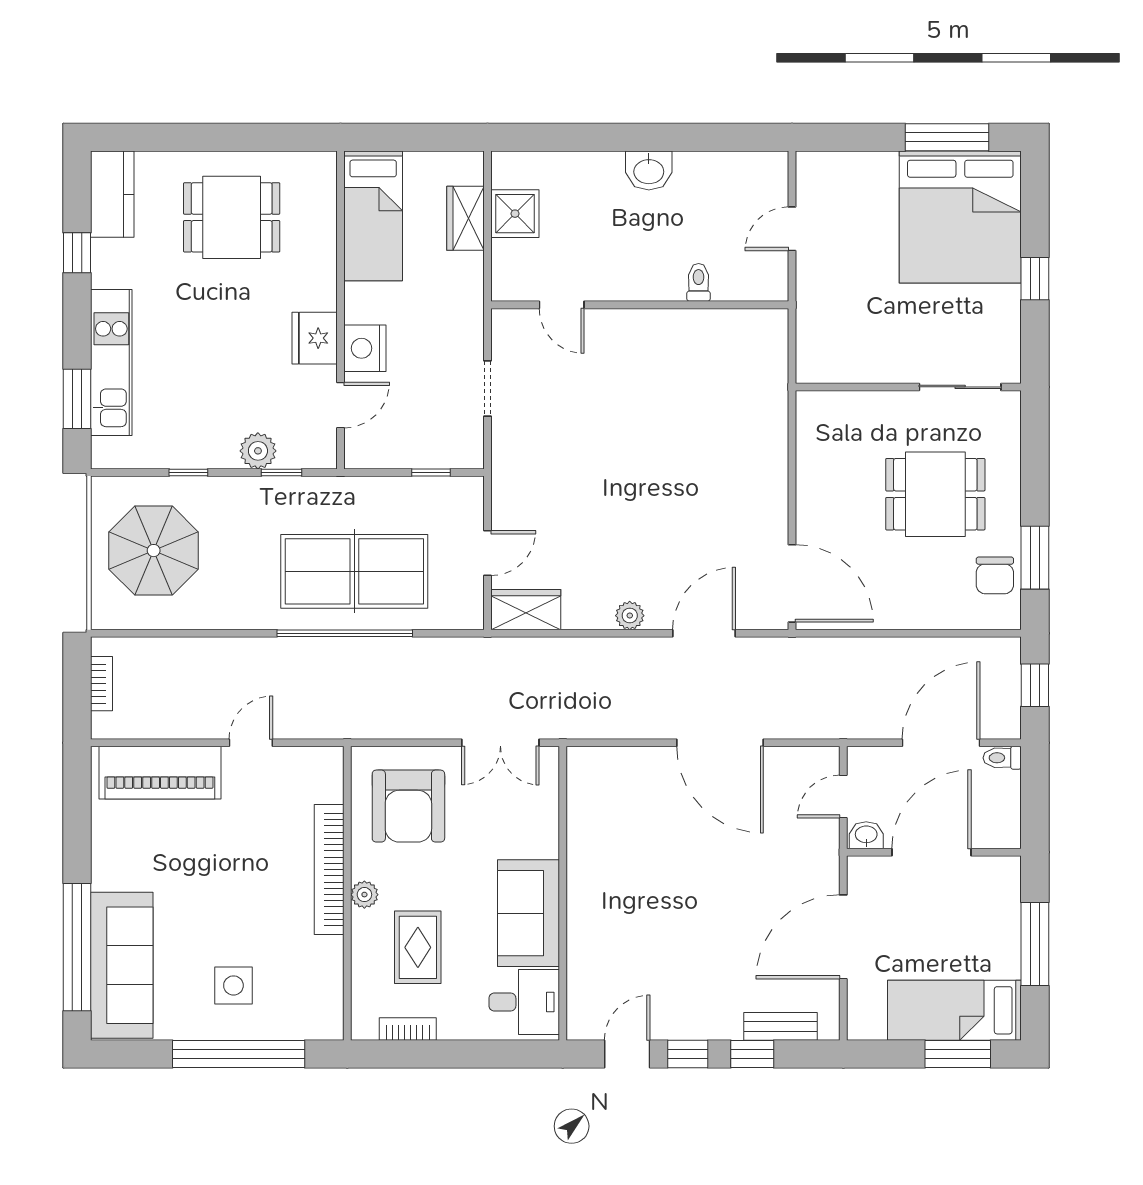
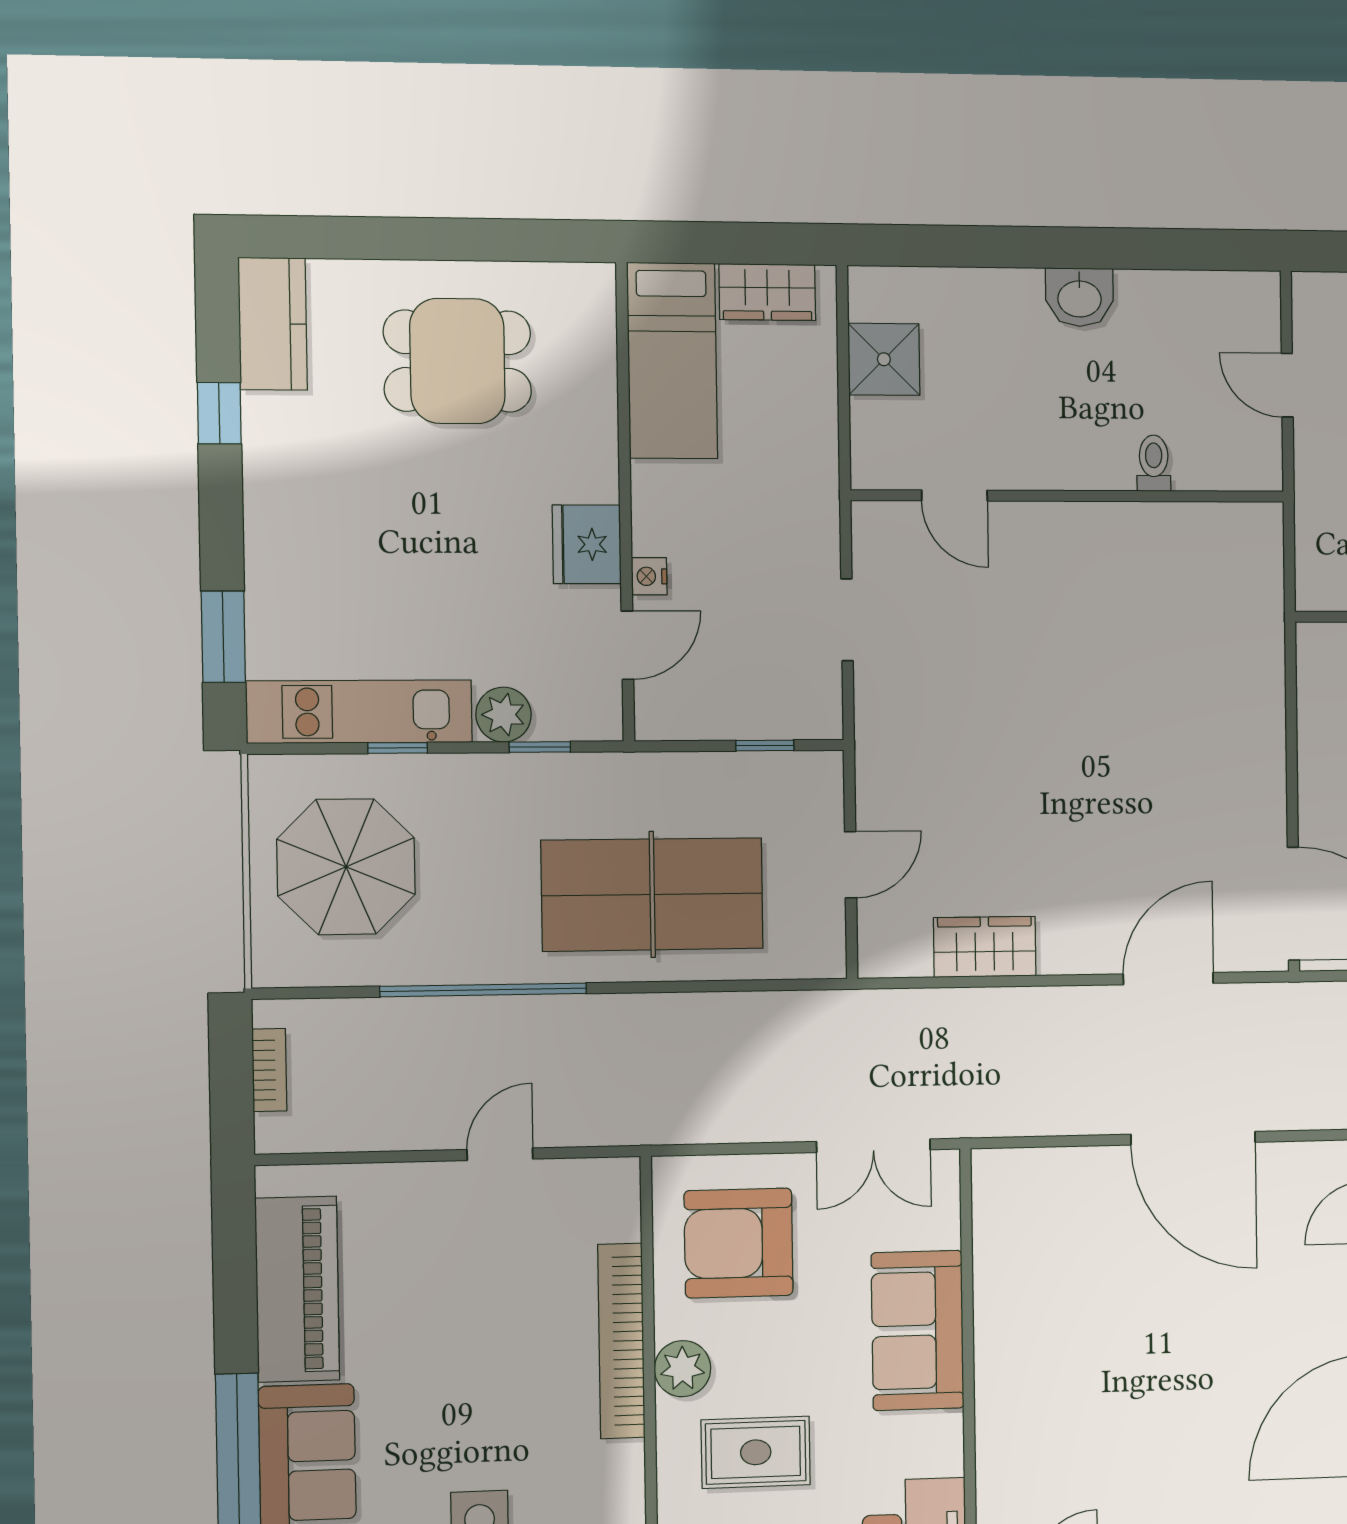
wardrobe: (466, 218) -> (767, 292), moved, turned -90
door: (792, 229) -> (1287, 385), hinge flipped
nightstand: (365, 348) -> (649, 576), width x0.53, depth x0.56
kitchen unit: (111, 362) -> (359, 712), moved, turned -90
wardrobe: (526, 610) -> (985, 947), moved
plant: (630, 616) -> (1060, 954), removed
window: (345, 633) -> (483, 990), moved
piano: (160, 773) -> (297, 1289), moved, turned -90
armchair: (408, 806) -> (739, 1243), turned 90
plant: (364, 895) -> (683, 1369), width x1.38, depth x1.38
sofa: (528, 913) -> (918, 1330), moved
rug: (418, 947) -> (756, 1452), turned 90

